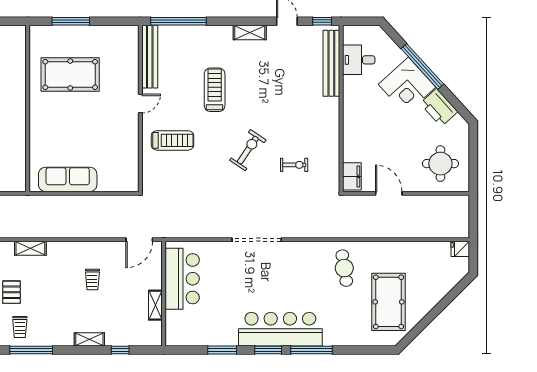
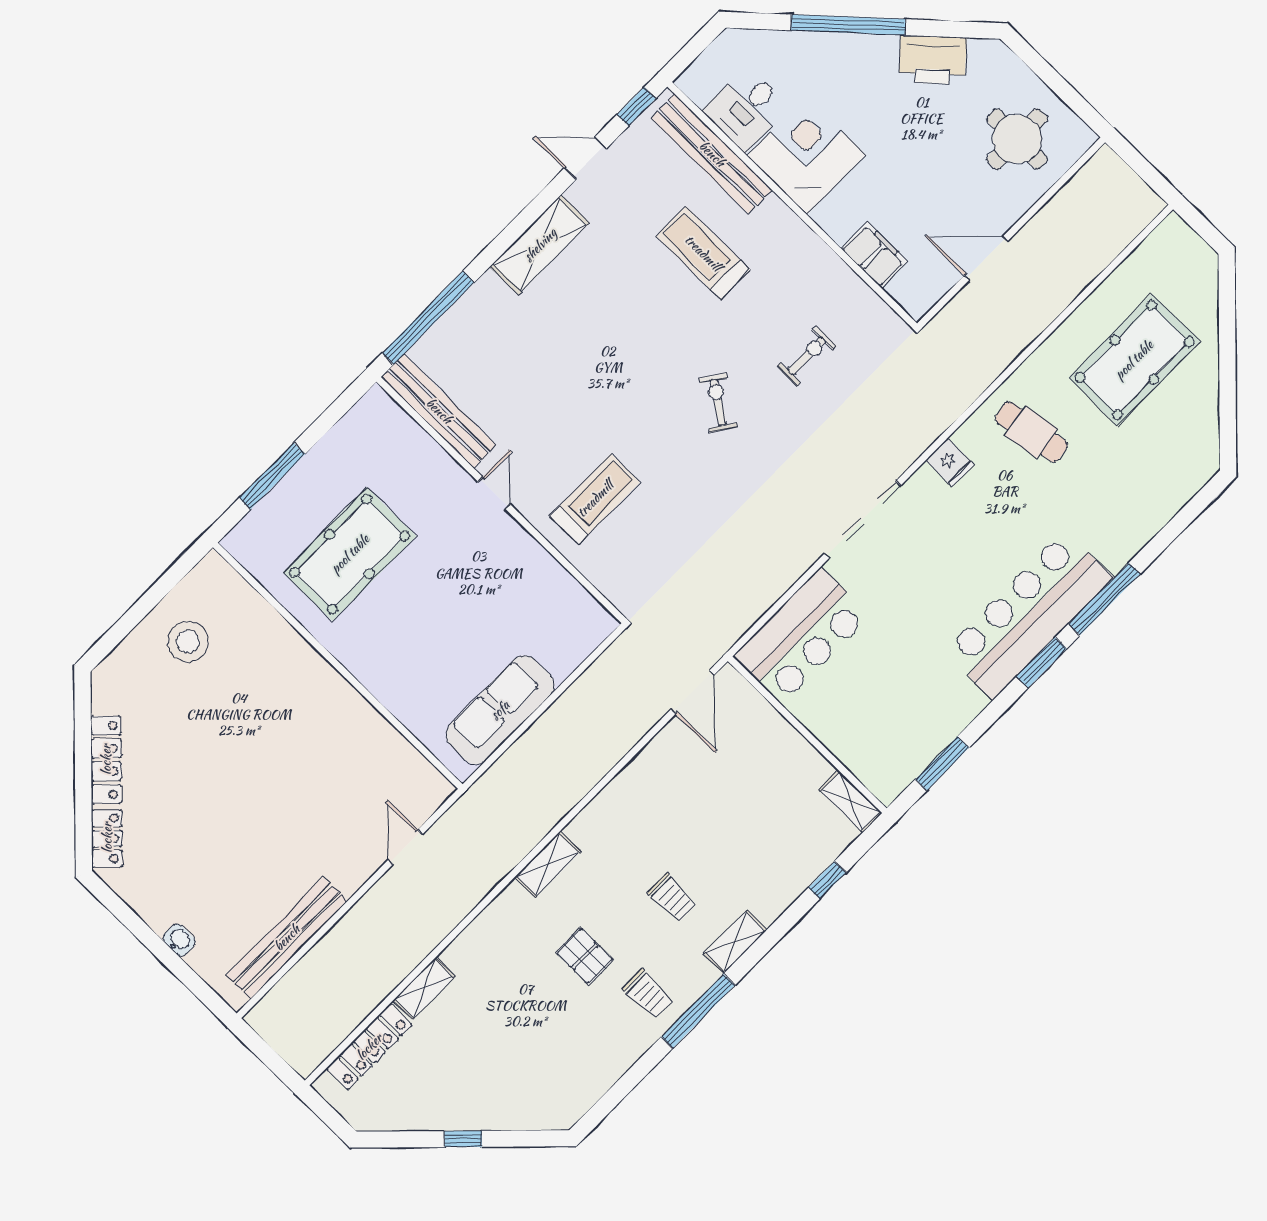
shelving: (250, 32) -> (540, 245), width x1.50, depth x1.33
corner desk: (407, 86) -> (806, 155), moved, turned -138
treadmill: (215, 90) -> (703, 253), moved
exercise bike: (248, 150) -> (718, 403), width x0.73, depth x0.72
filing cabinet: (352, 176) -> (874, 255), moved
fridge: (460, 249) -> (950, 462), moved, turned -90
trolley: (92, 279) -> (672, 898), moved
bar counter: (182, 279) -> (802, 636), moved, turned 90
pool table: (388, 302) -> (1134, 360), moved, turned 90
shelving: (155, 305) -> (850, 801), moved
shelving: (89, 339) -> (735, 942), moved
window: (222, 350) -> (942, 763), moved

